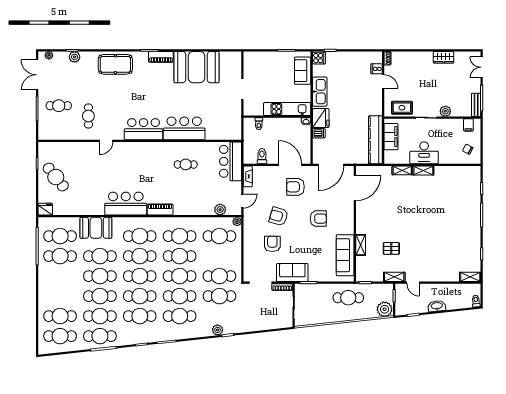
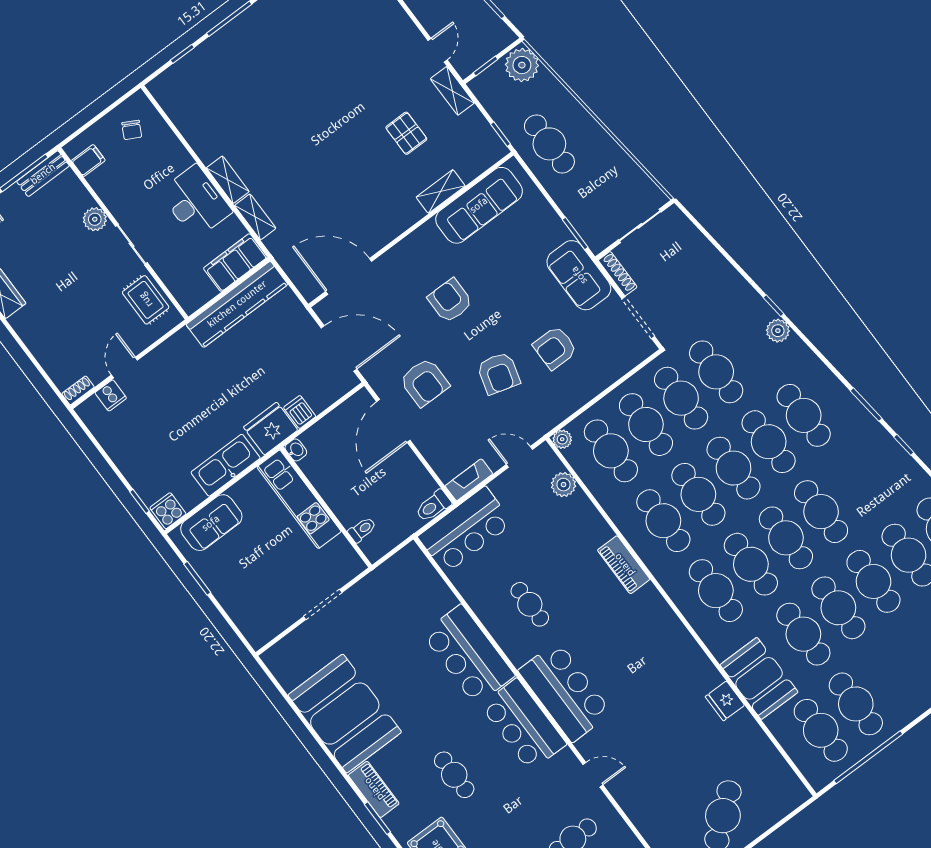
cafe table: (144, 90) -> (454, 775), added
filing cabinet: (391, 137) -> (235, 263), moved
toilet: (262, 156) -> (433, 506), moved
bar counter: (126, 204) -> (565, 692), moved, turned 180
fridge: (45, 209) -> (725, 701), moved
piano: (160, 210) -> (624, 565), moved
cafe table: (140, 316) -> (646, 425), moved

